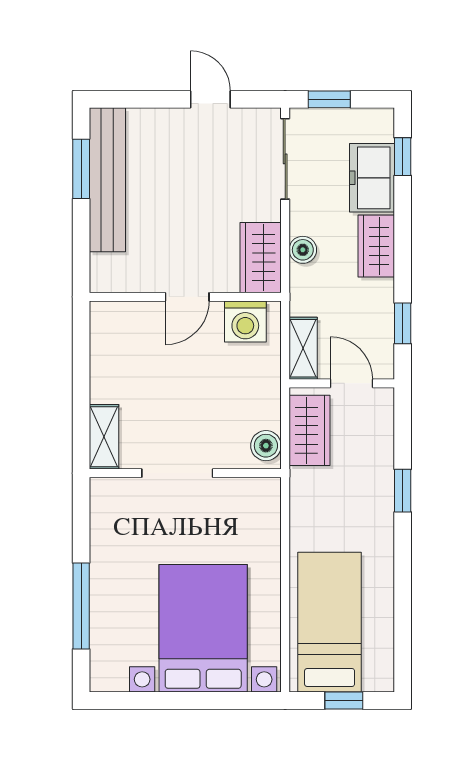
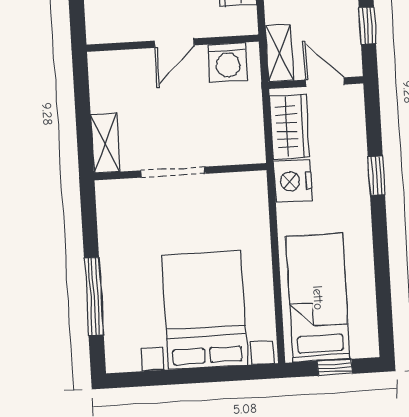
wall: (185, 297) -> (173, 43), moved
door: (187, 297) -> (174, 43), moved
washing machine: (245, 322) -> (228, 62), moved
boiler: (266, 446) -> (251, 143), removed
nightstand: (310, 491) -> (293, 181), added

